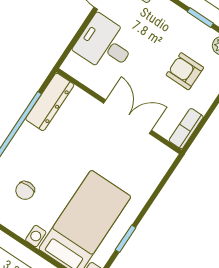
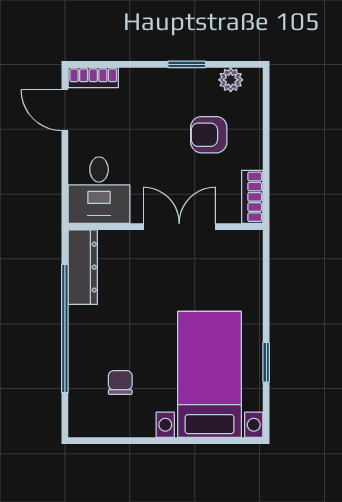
desk: (105, 44) -> (99, 190), moved, turned -90
chair: (25, 190) -> (120, 382), turned 180

